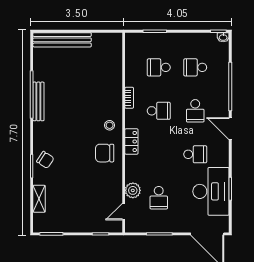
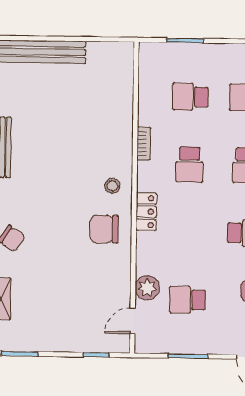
school desk: (159, 111) -> (189, 164), turned 90
school desk: (159, 198) -> (187, 300), turned 90

